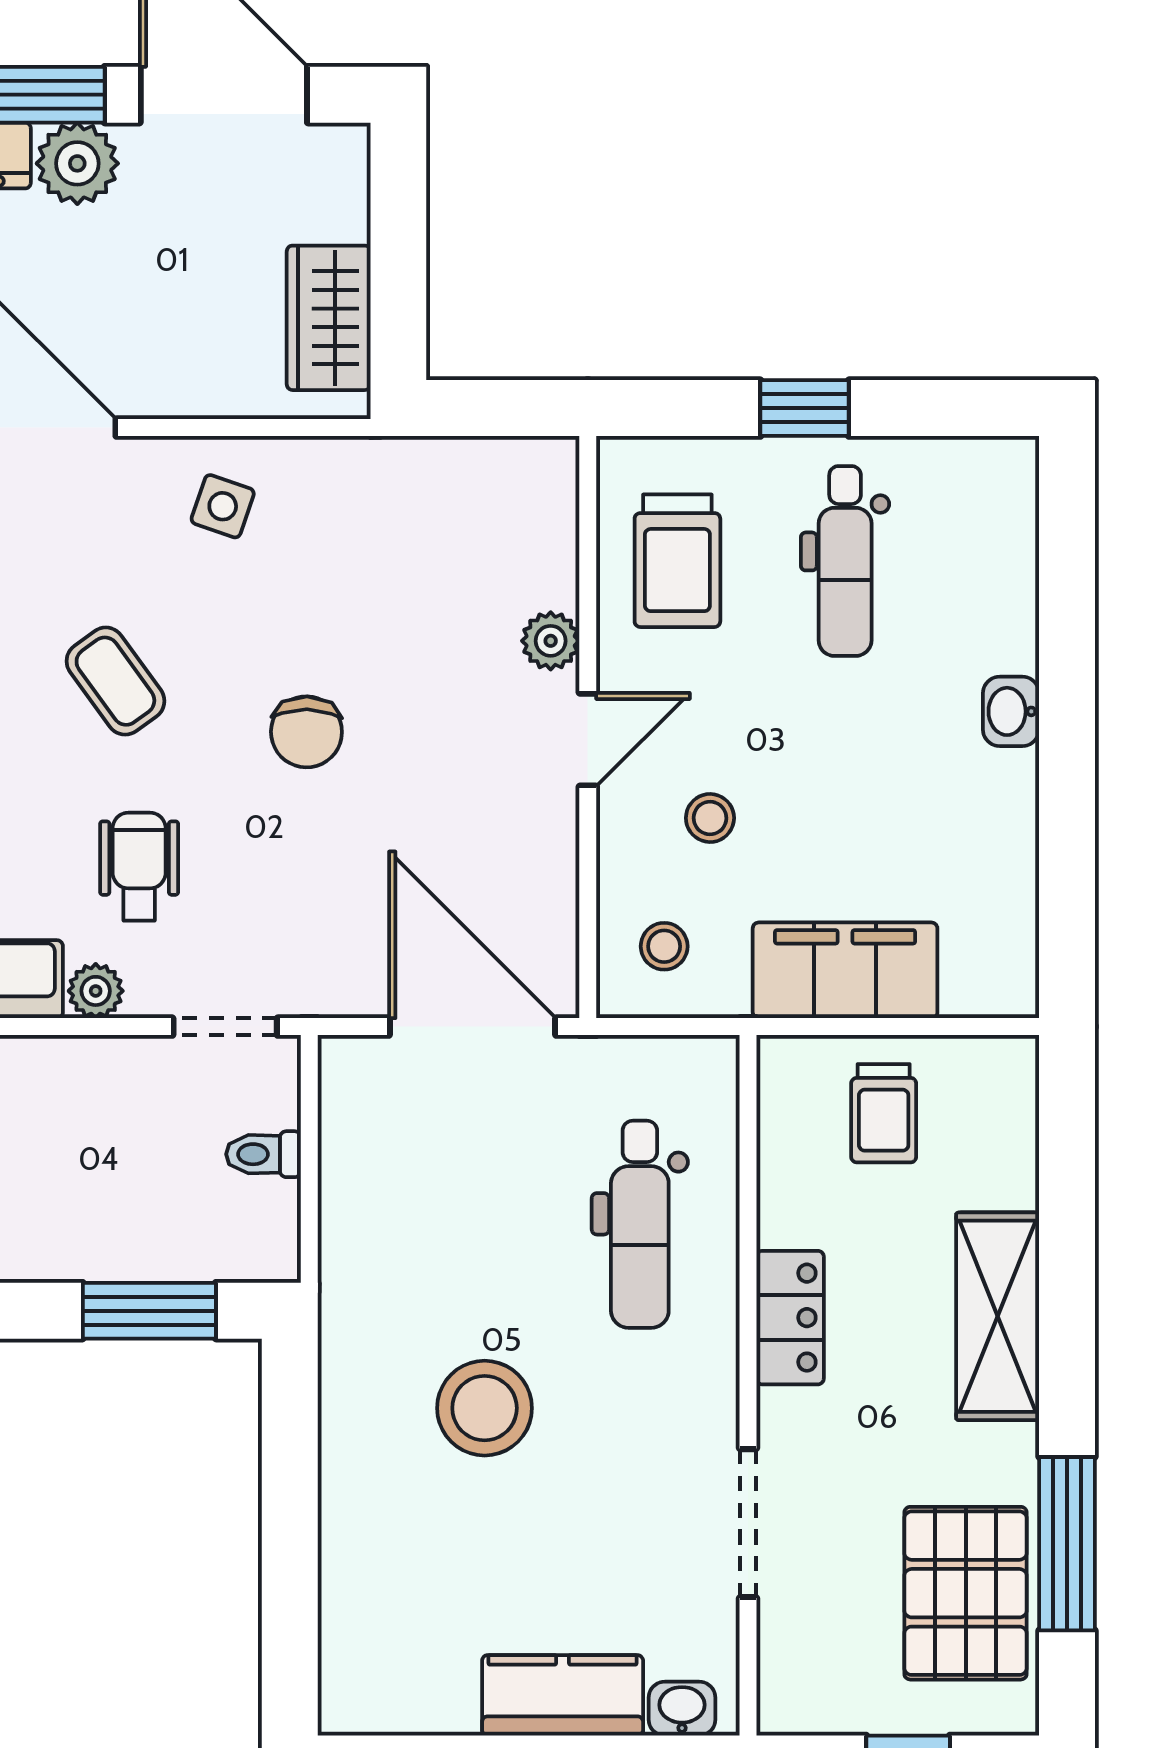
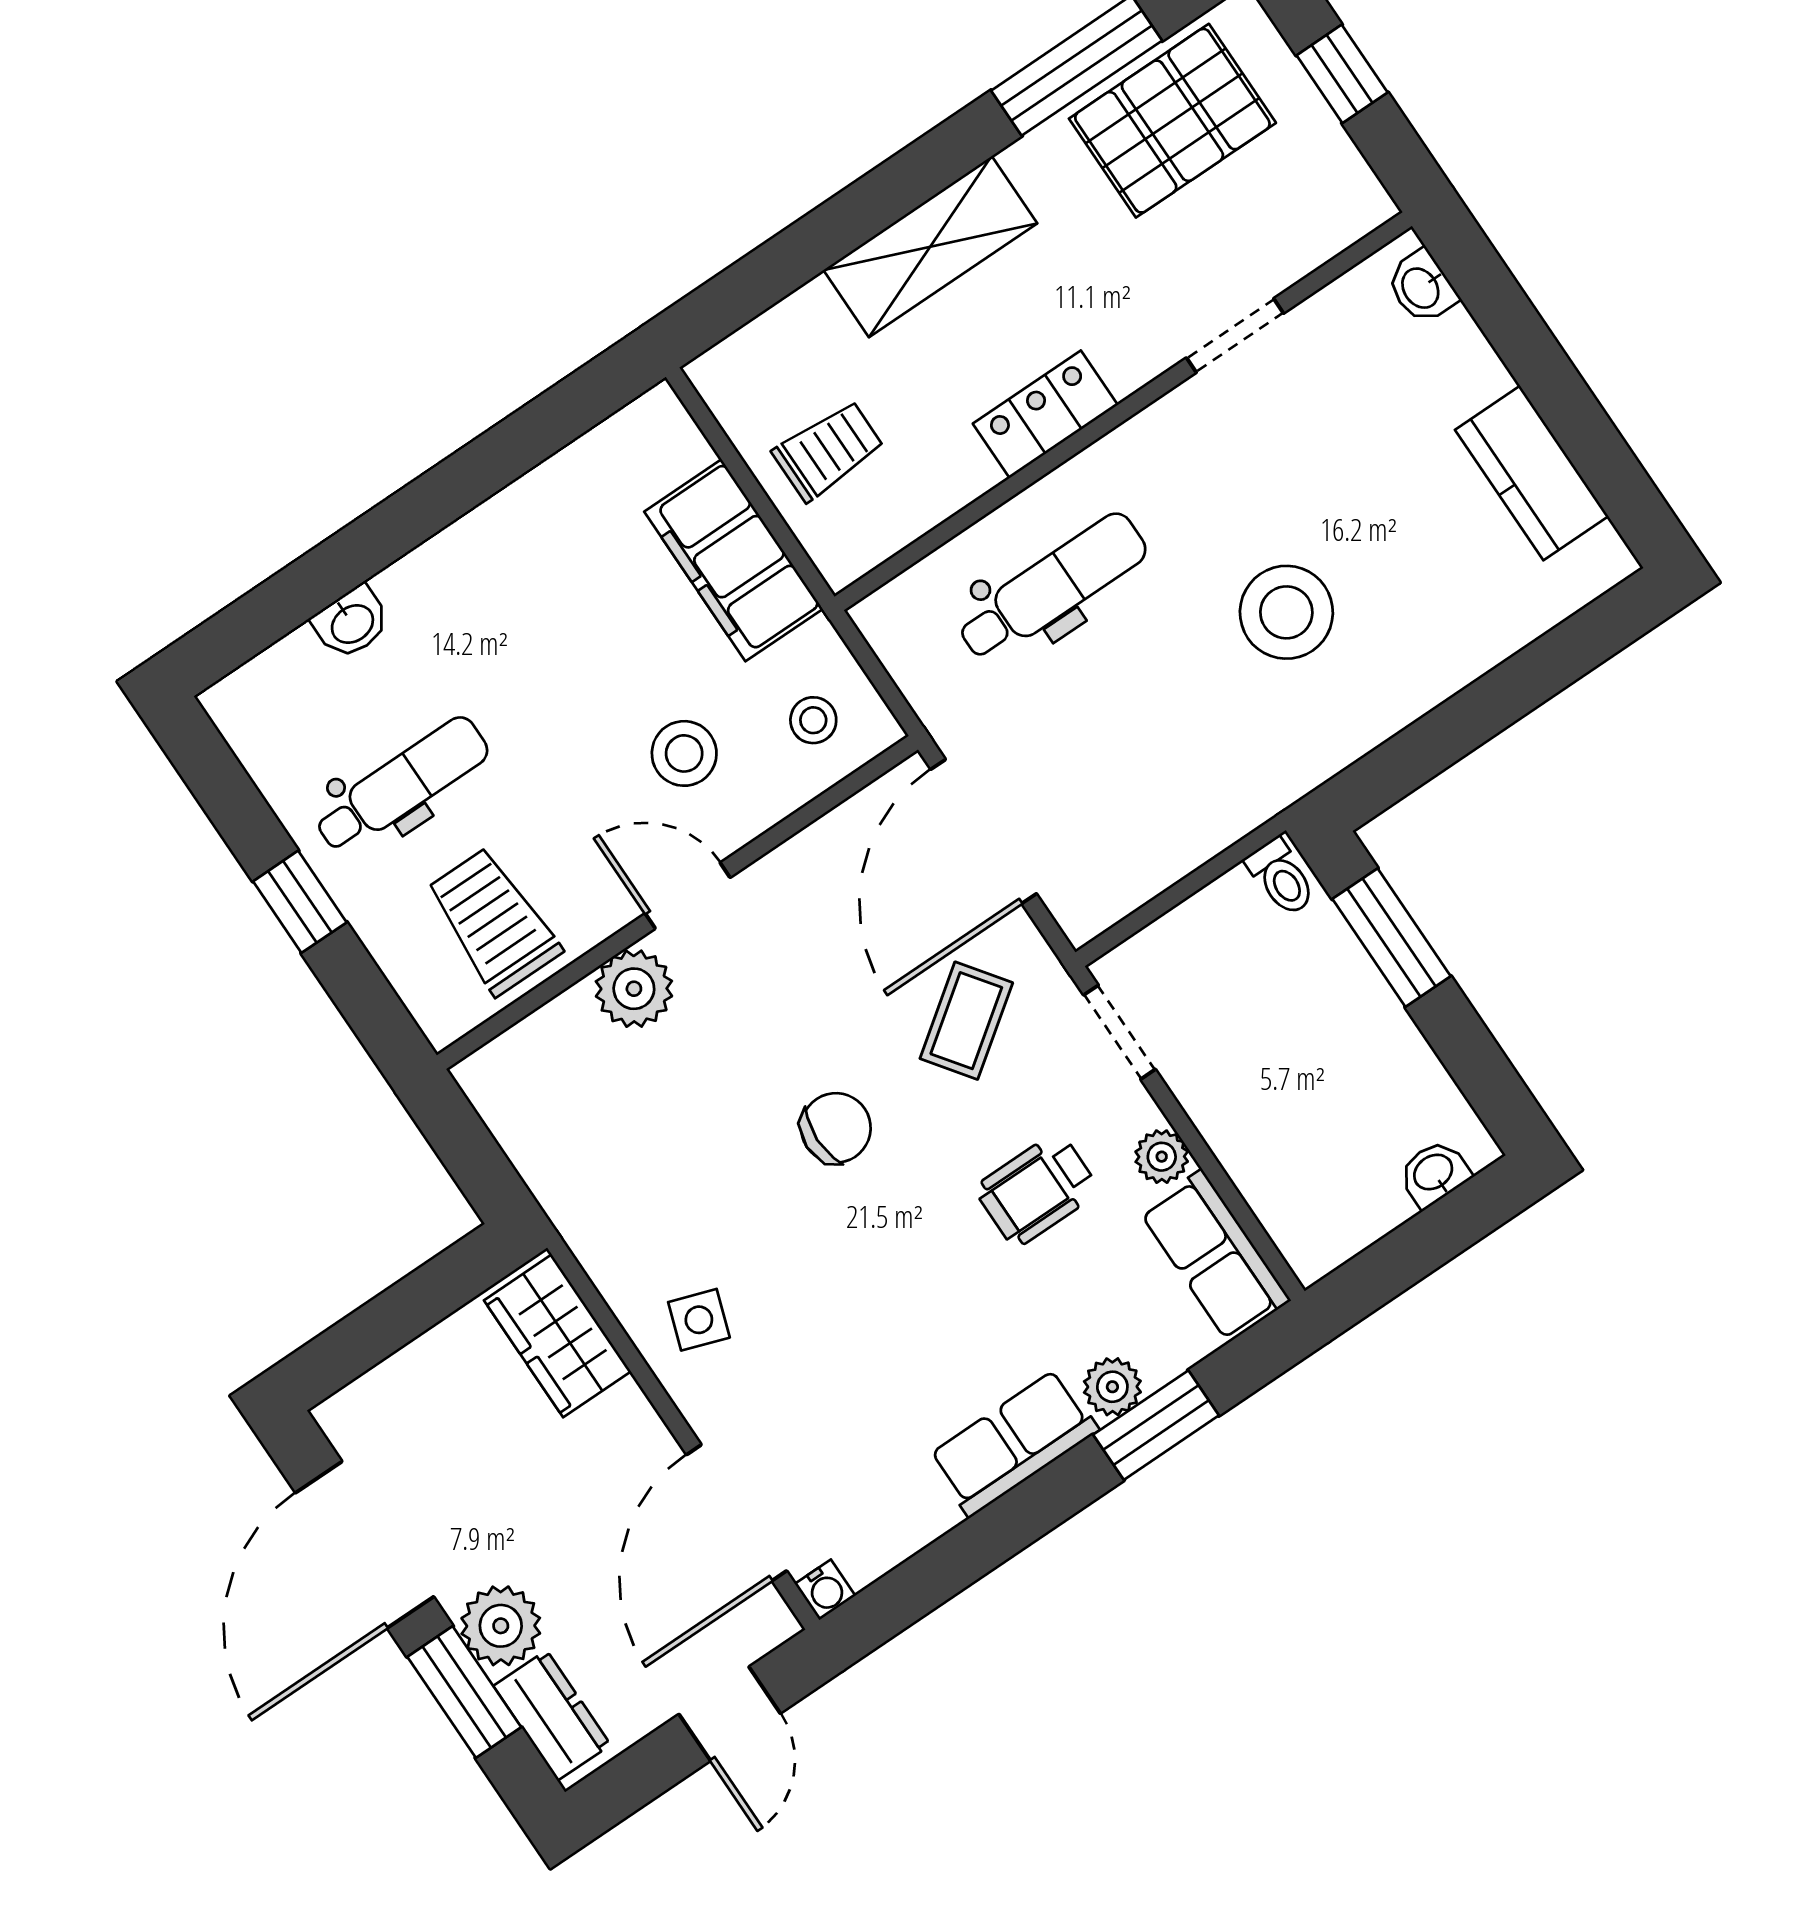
wardrobe: (329, 318) -> (557, 1336), moved, turned 90
trolley: (677, 561) -> (493, 921), turned -90
plant: (551, 641) -> (634, 989), width x1.38, depth x1.38
coffee table: (115, 681) -> (966, 1021), moved
washbasin: (1011, 711) -> (352, 623), moved
stool: (710, 818) -> (684, 753), width x1.37, depth x1.37
toilet: (263, 1154) -> (1281, 877), moved
doorway: (748, 1523) -> (1235, 336), width x0.73
kitchen counter: (563, 1695) -> (1532, 473), moved

